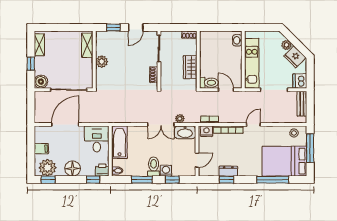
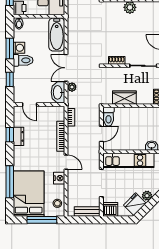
nightstand: (207, 131) -> (59, 178), moved
bathtub: (119, 142) -> (57, 34), moved, turned 90
washing machine: (166, 171) -> (19, 48), moved

